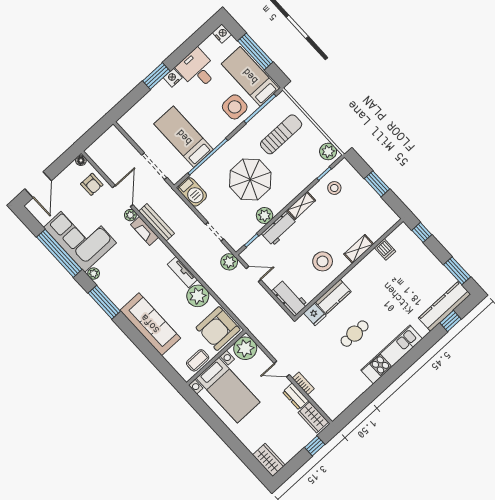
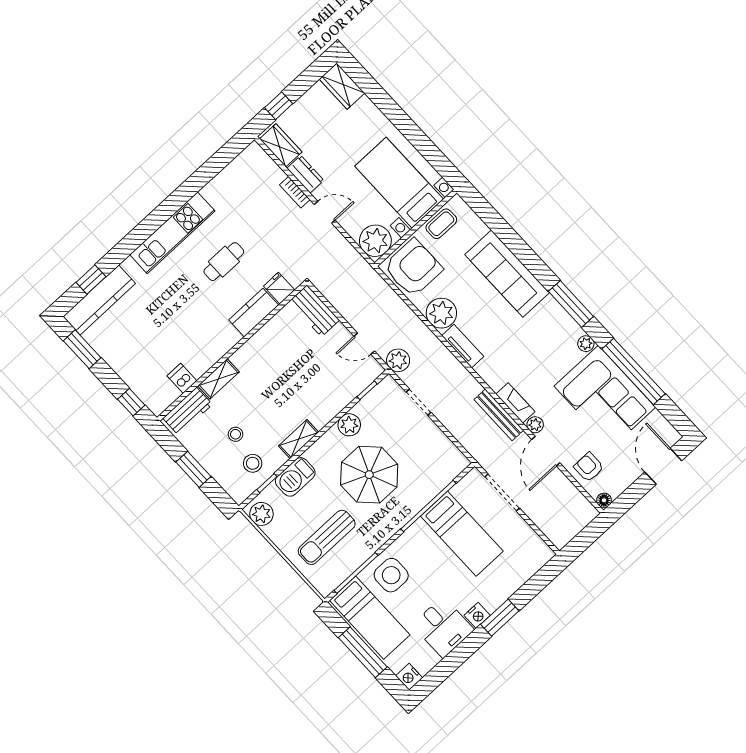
barbecue: (192, 192) -> (295, 477), moved, turned -90
workbench: (279, 229) -> (188, 411), moved, turned 180
stool: (323, 261) -> (236, 434), moved, width x0.53, depth x0.53

